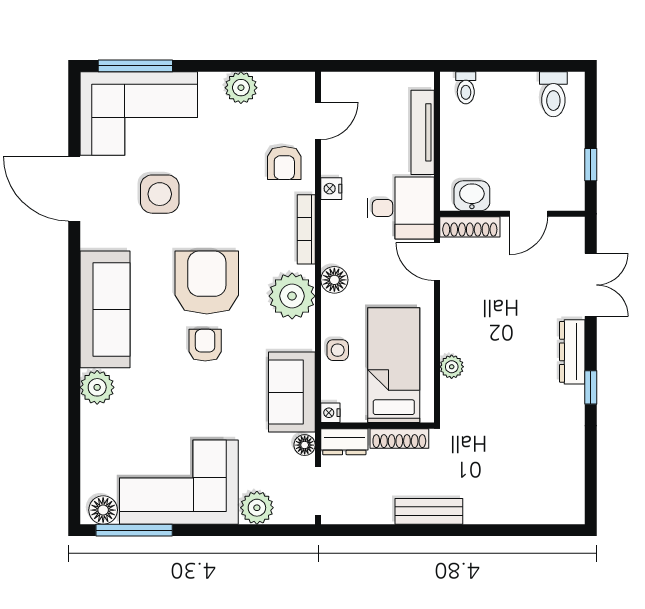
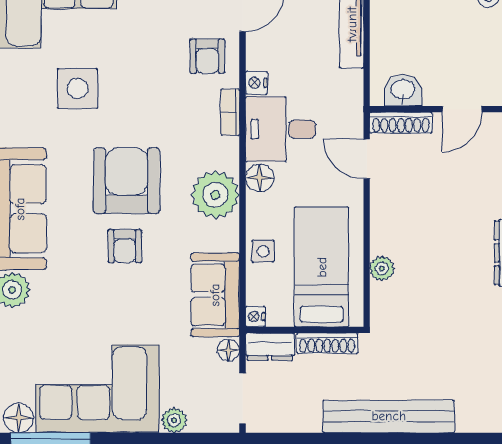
desk: (401, 208) -> (280, 129), moved, turned 180
bookcase: (306, 229) -> (230, 112), width x0.64
armchair: (205, 345) -> (125, 246), turned 180
plant: (257, 508) -> (174, 420), width x0.73, depth x0.73
bench: (429, 511) -> (389, 416), width x1.86, depth x1.21

